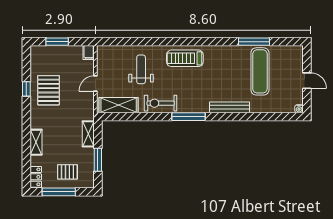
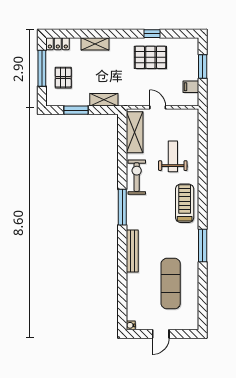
window: (254, 42) -> (203, 245), moved
filing cabinet: (89, 52) -> (191, 87), moved
weight bench: (141, 69) -> (173, 156), turned -90
exercise mat: (260, 71) -> (171, 284), turned 90

